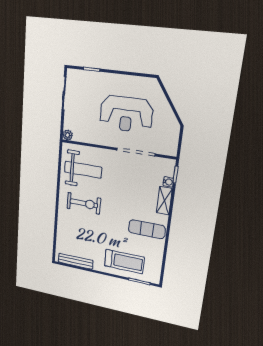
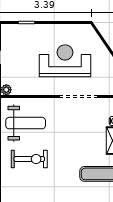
reception desk: (126, 114) -> (65, 61), turned 180

